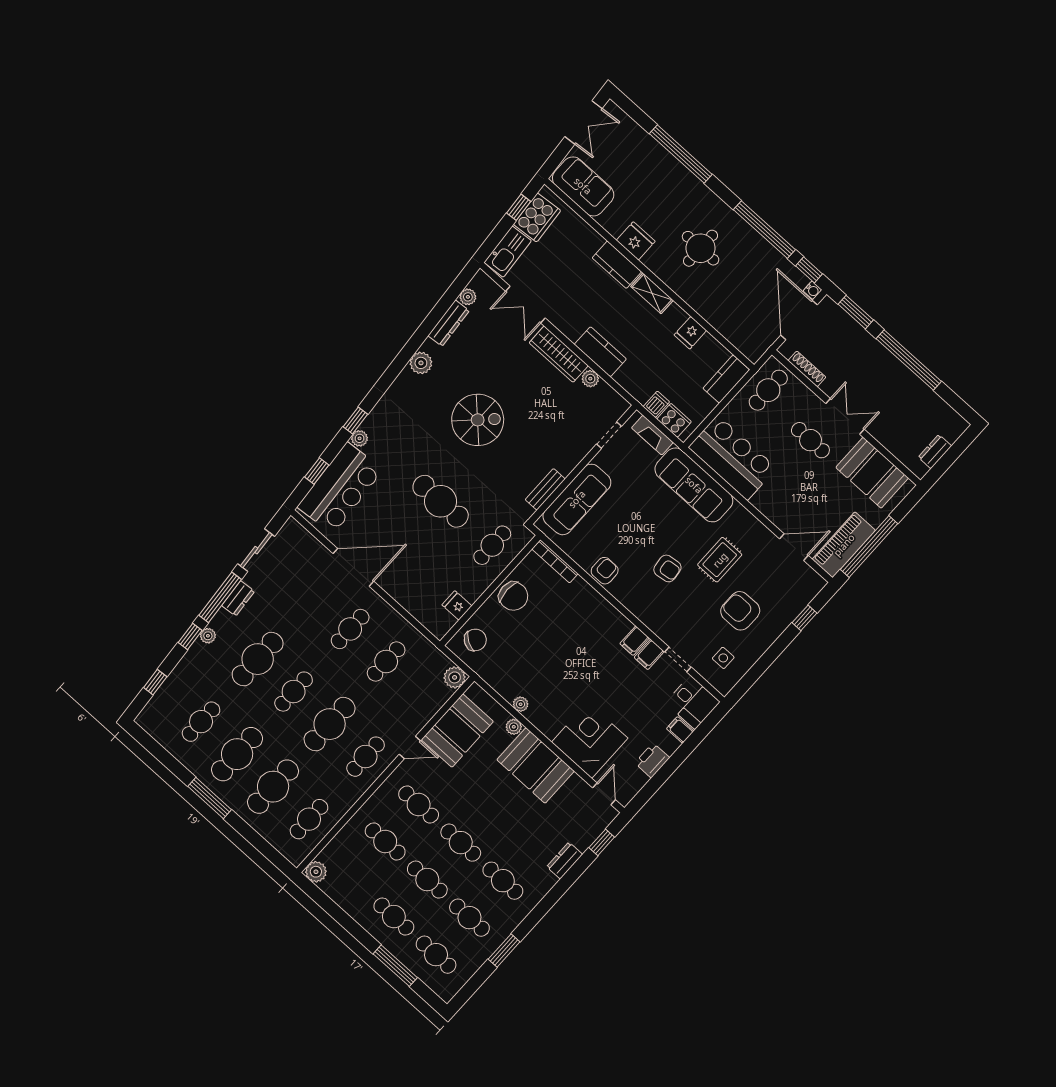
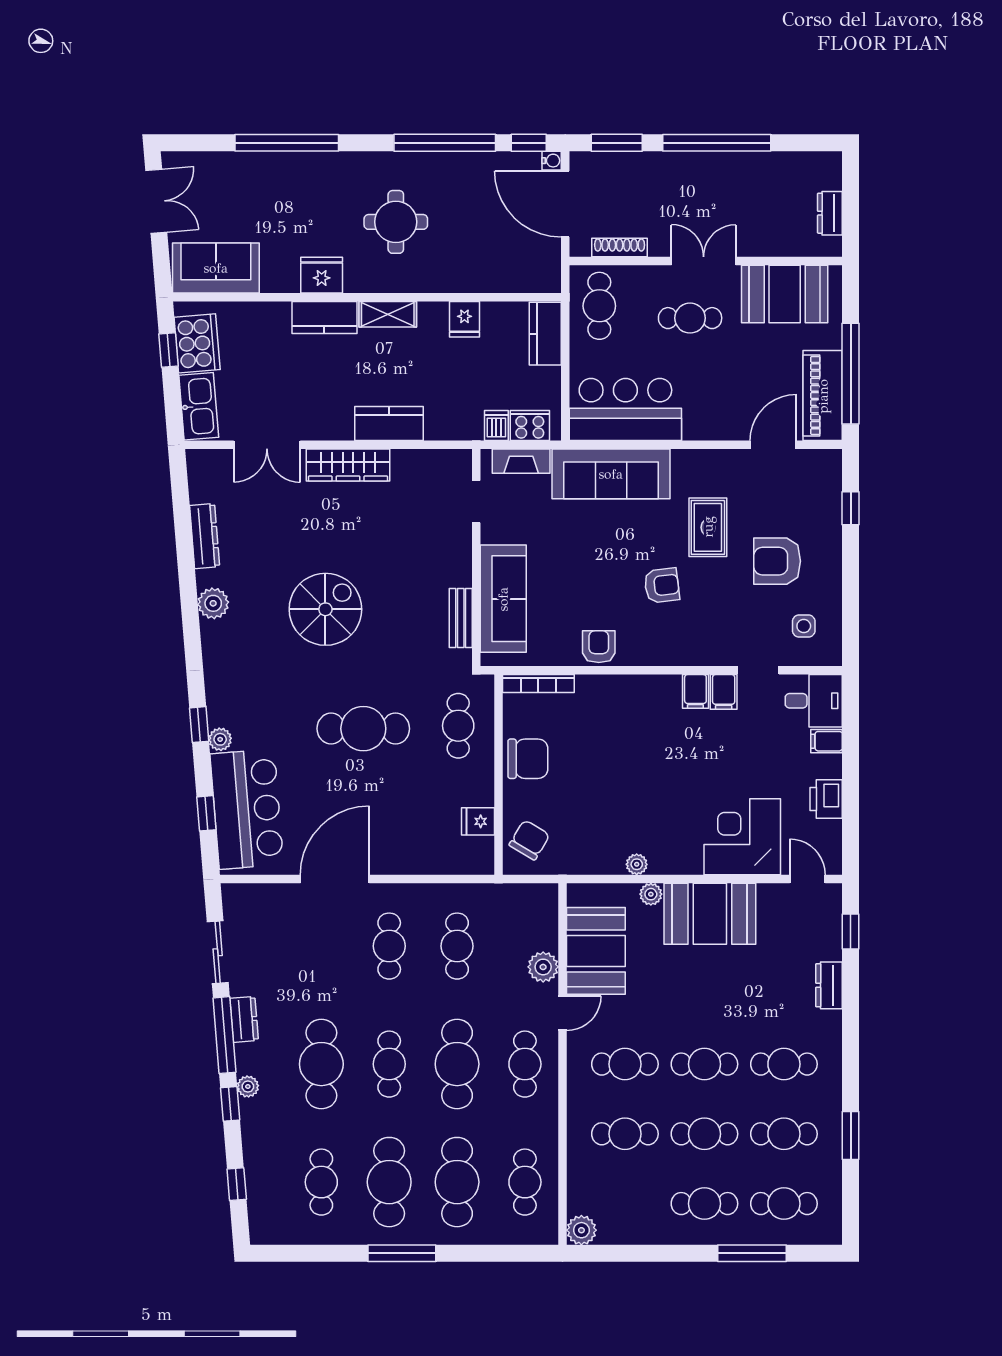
plant: (468, 297) -> (200, 491), removed
plant: (590, 379) -> (404, 461), removed
plant: (455, 677) -> (543, 967), moved

